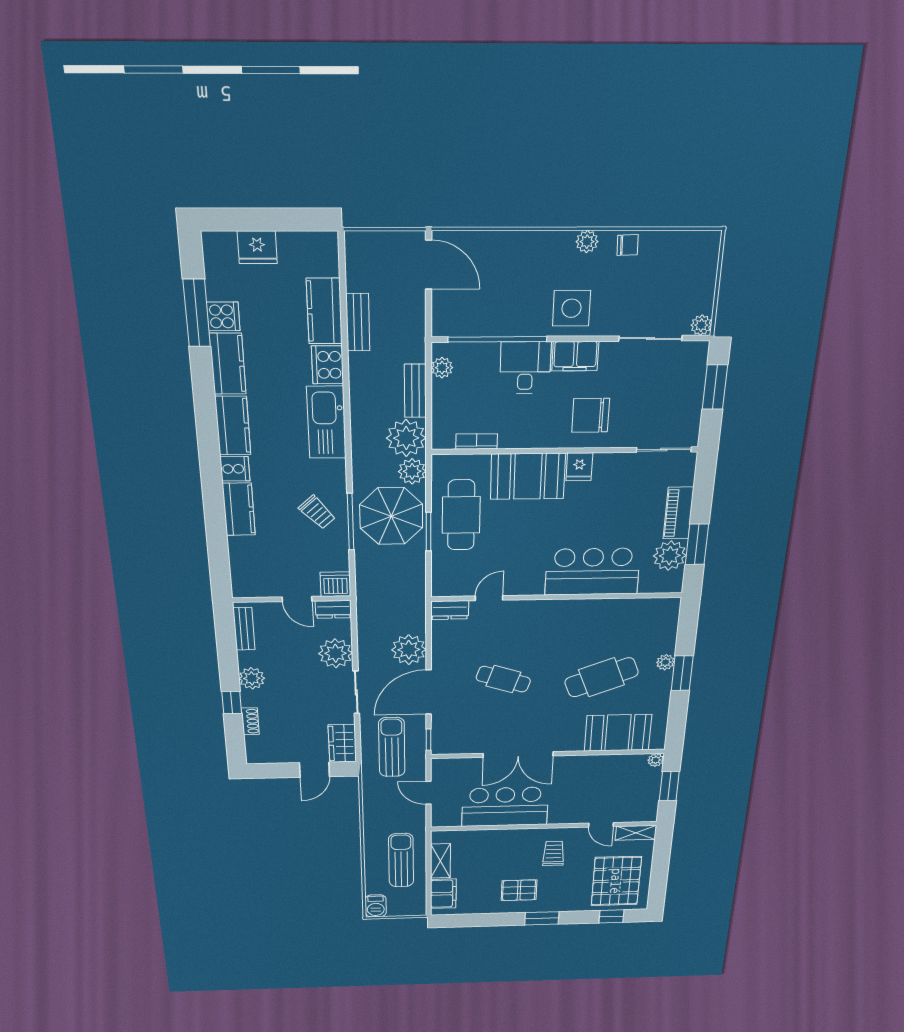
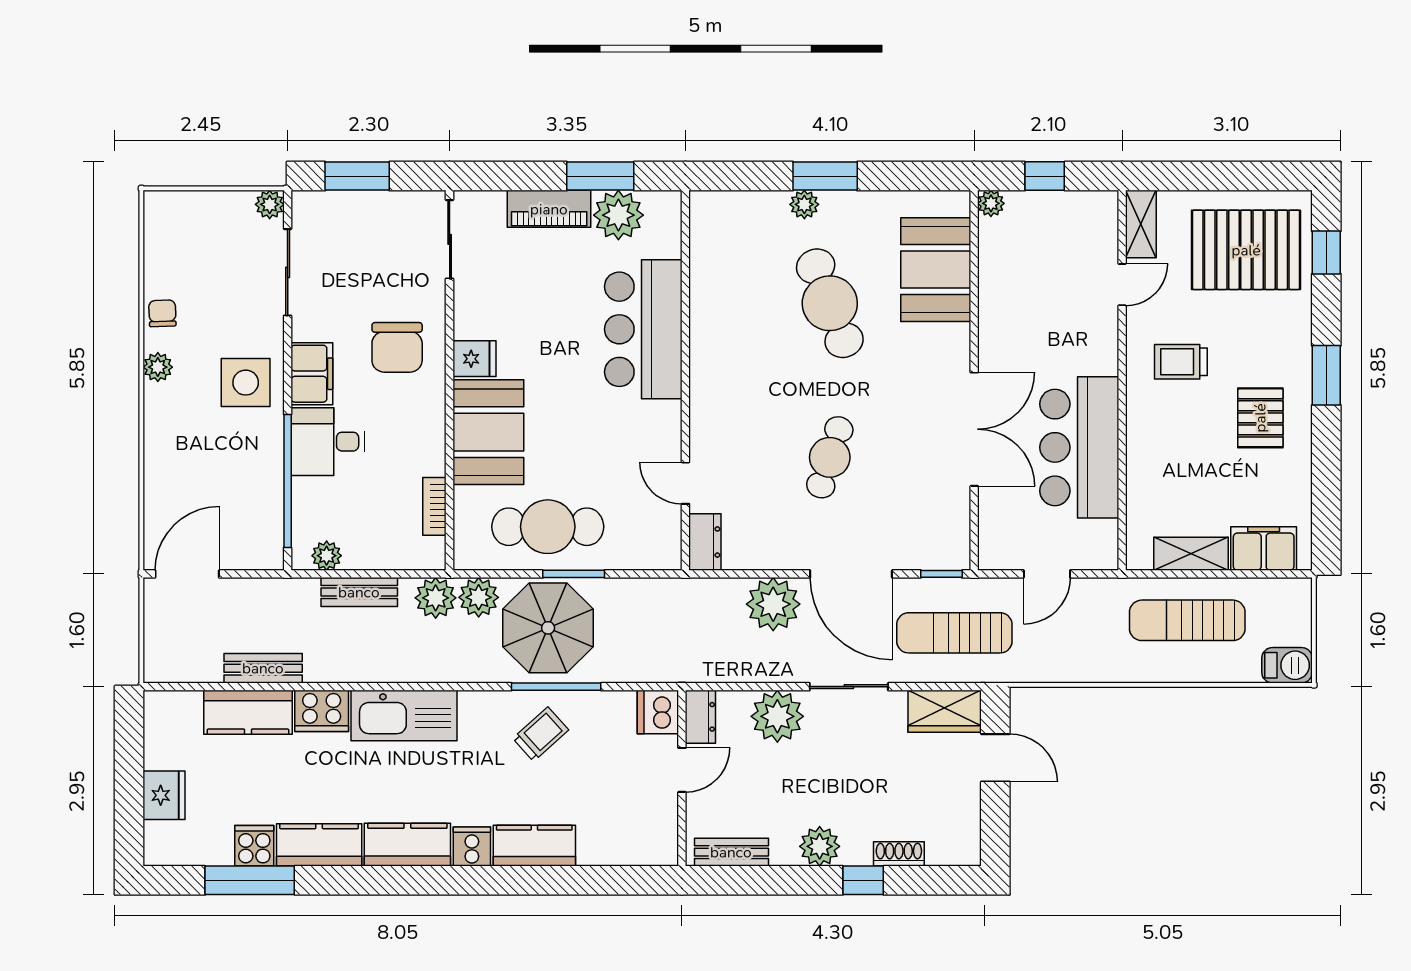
plant: (406, 438) -> (436, 598), width x0.73, depth x0.73
window: (669, 786) -> (1045, 176), width x0.67

